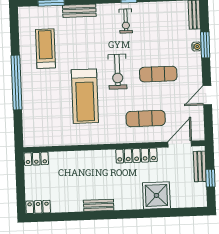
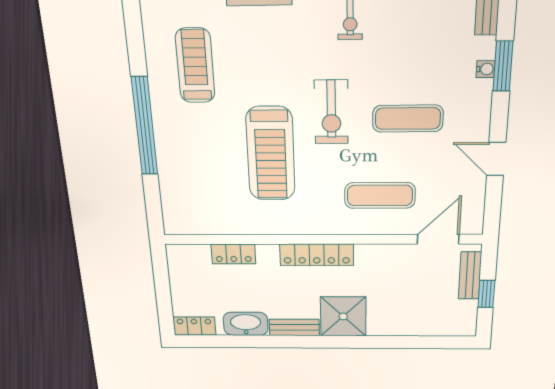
door: (207, 95) -> (496, 159), hinge flipped
locker: (137, 156) -> (317, 255), moved
locker: (36, 159) -> (233, 254), moved
shower: (156, 195) -> (343, 316), moved
washbasin: (69, 204) -> (246, 324), added

